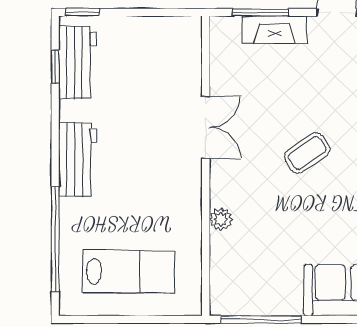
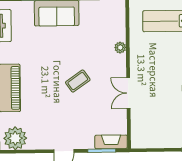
fireplace: (275, 30) -> (111, 142), moved

